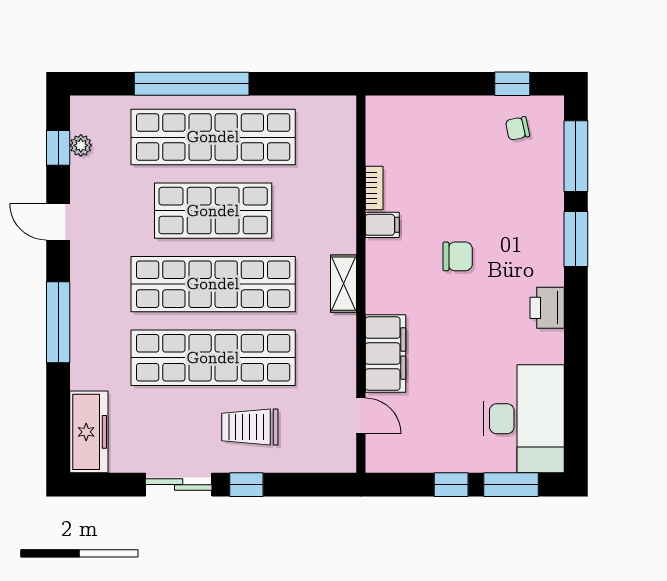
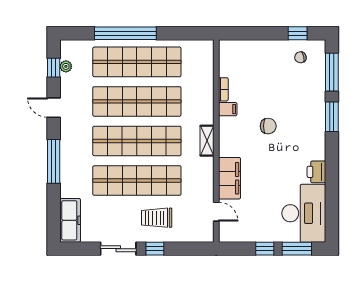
shop shelf: (213, 211) -> (137, 101), width x1.40
printer: (547, 308) -> (316, 172), moved

